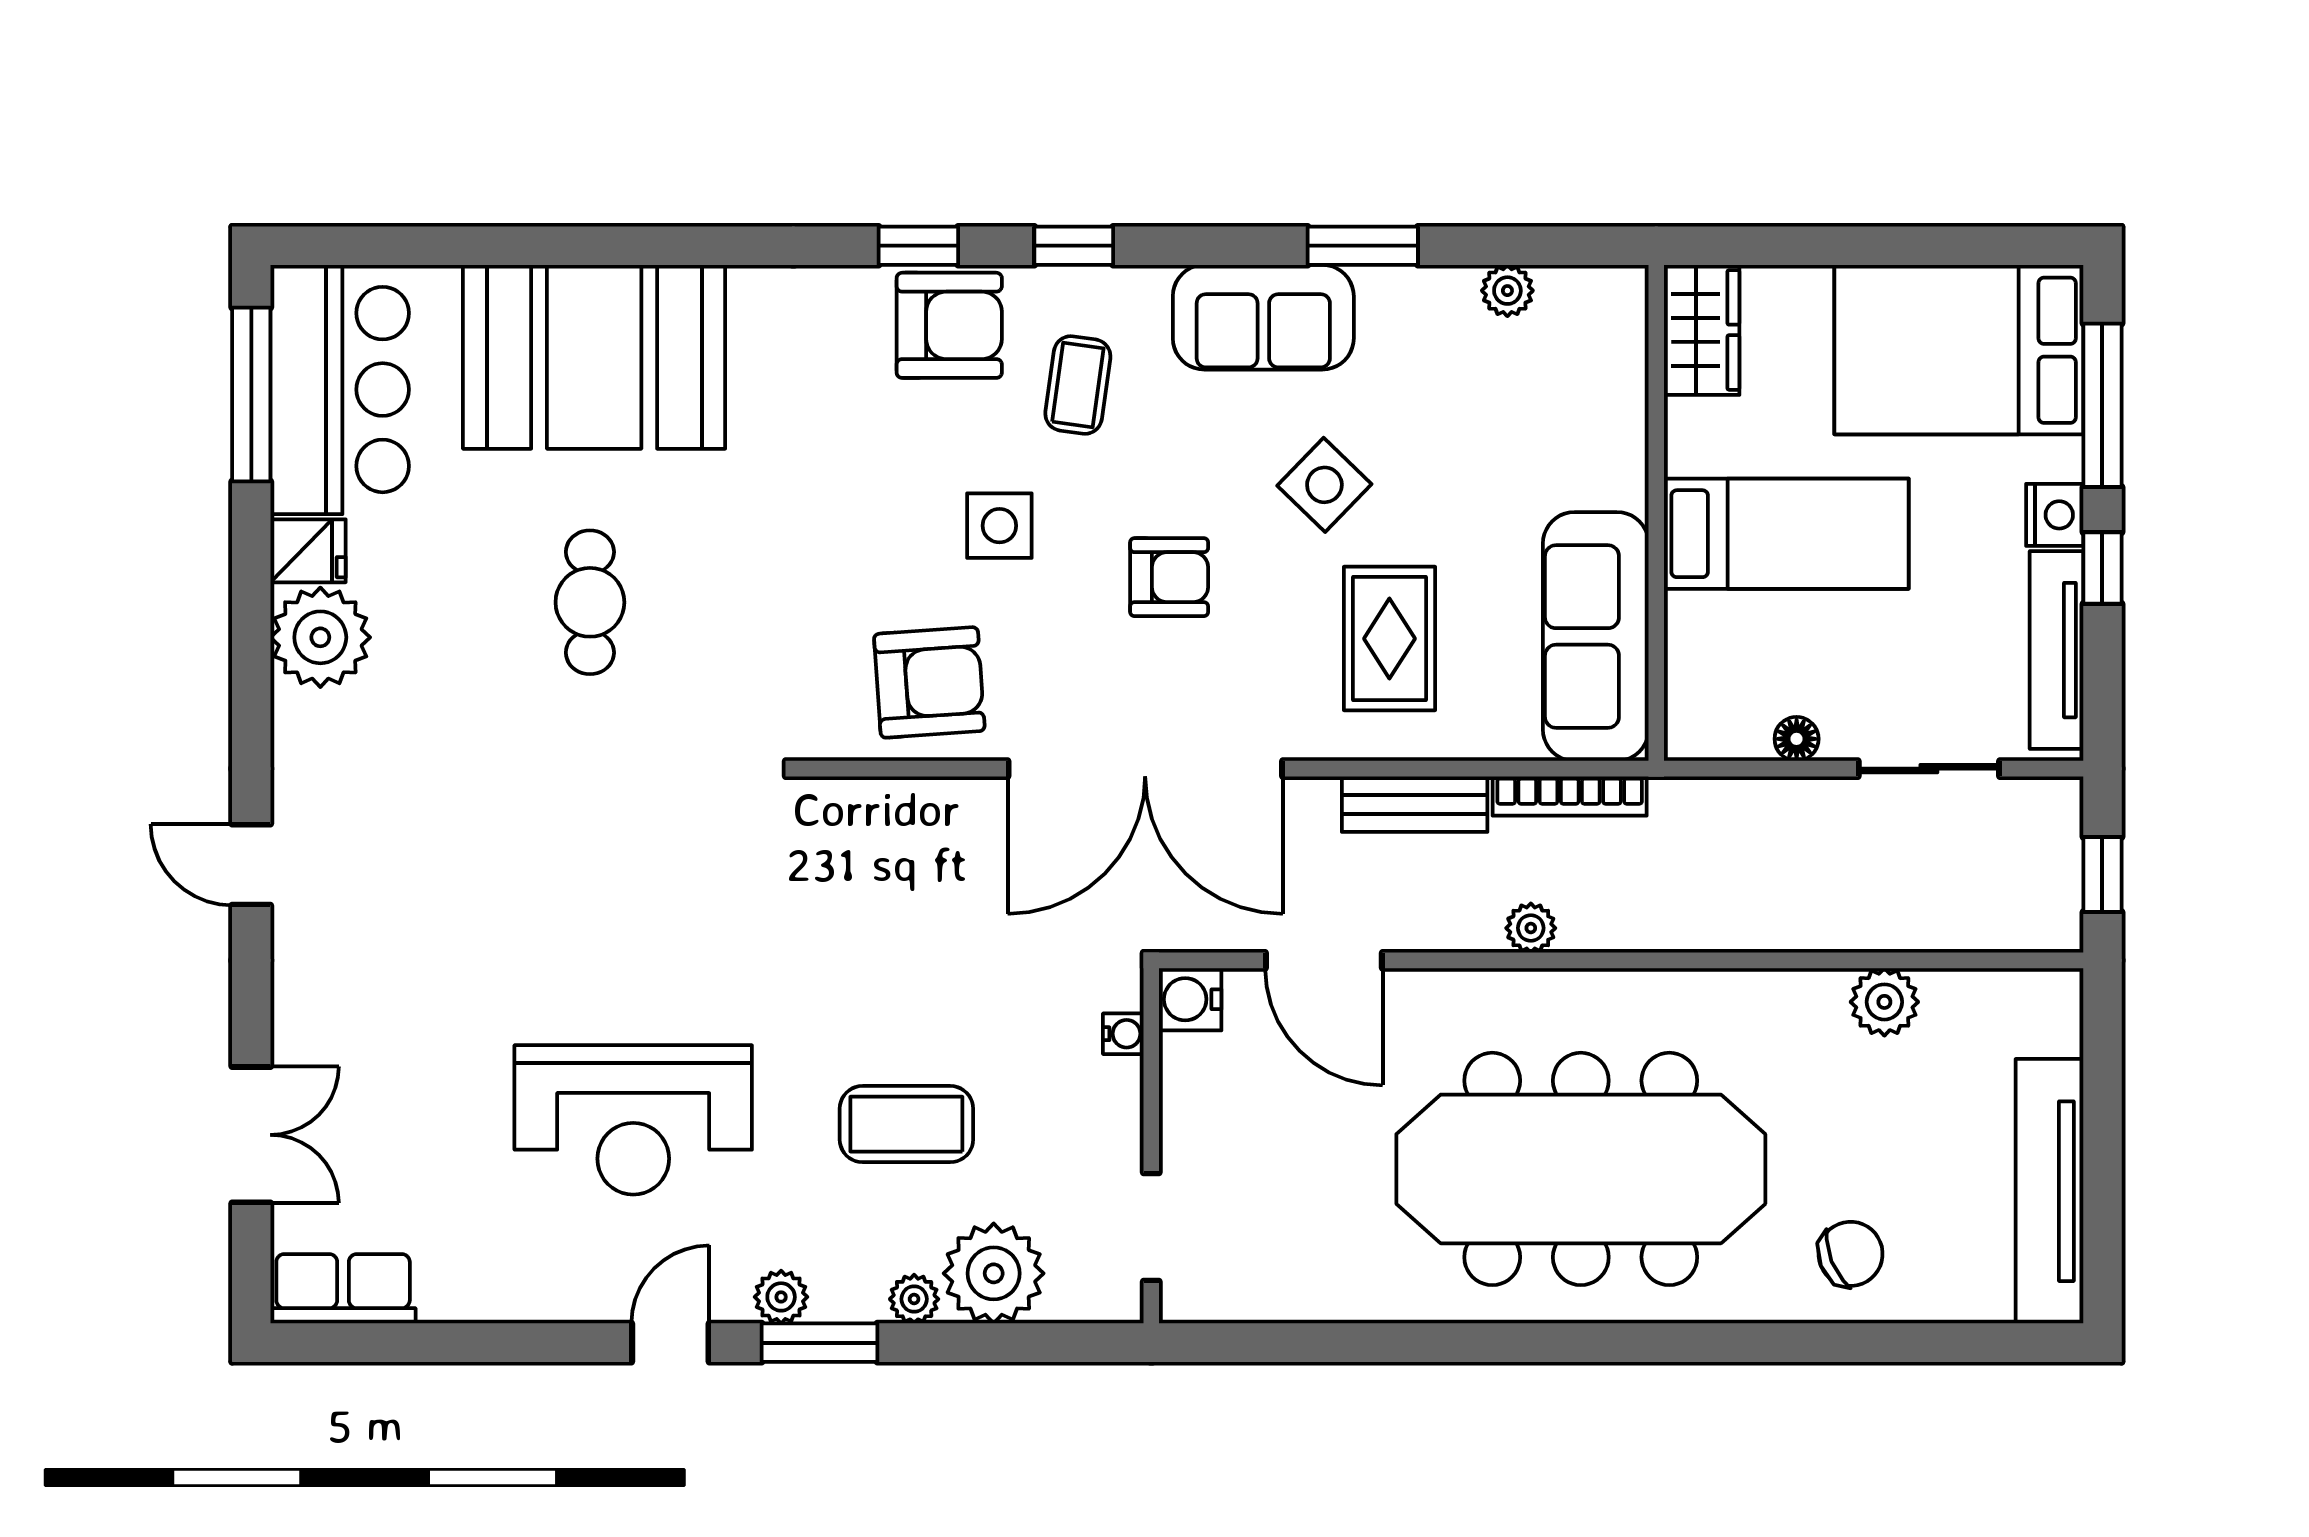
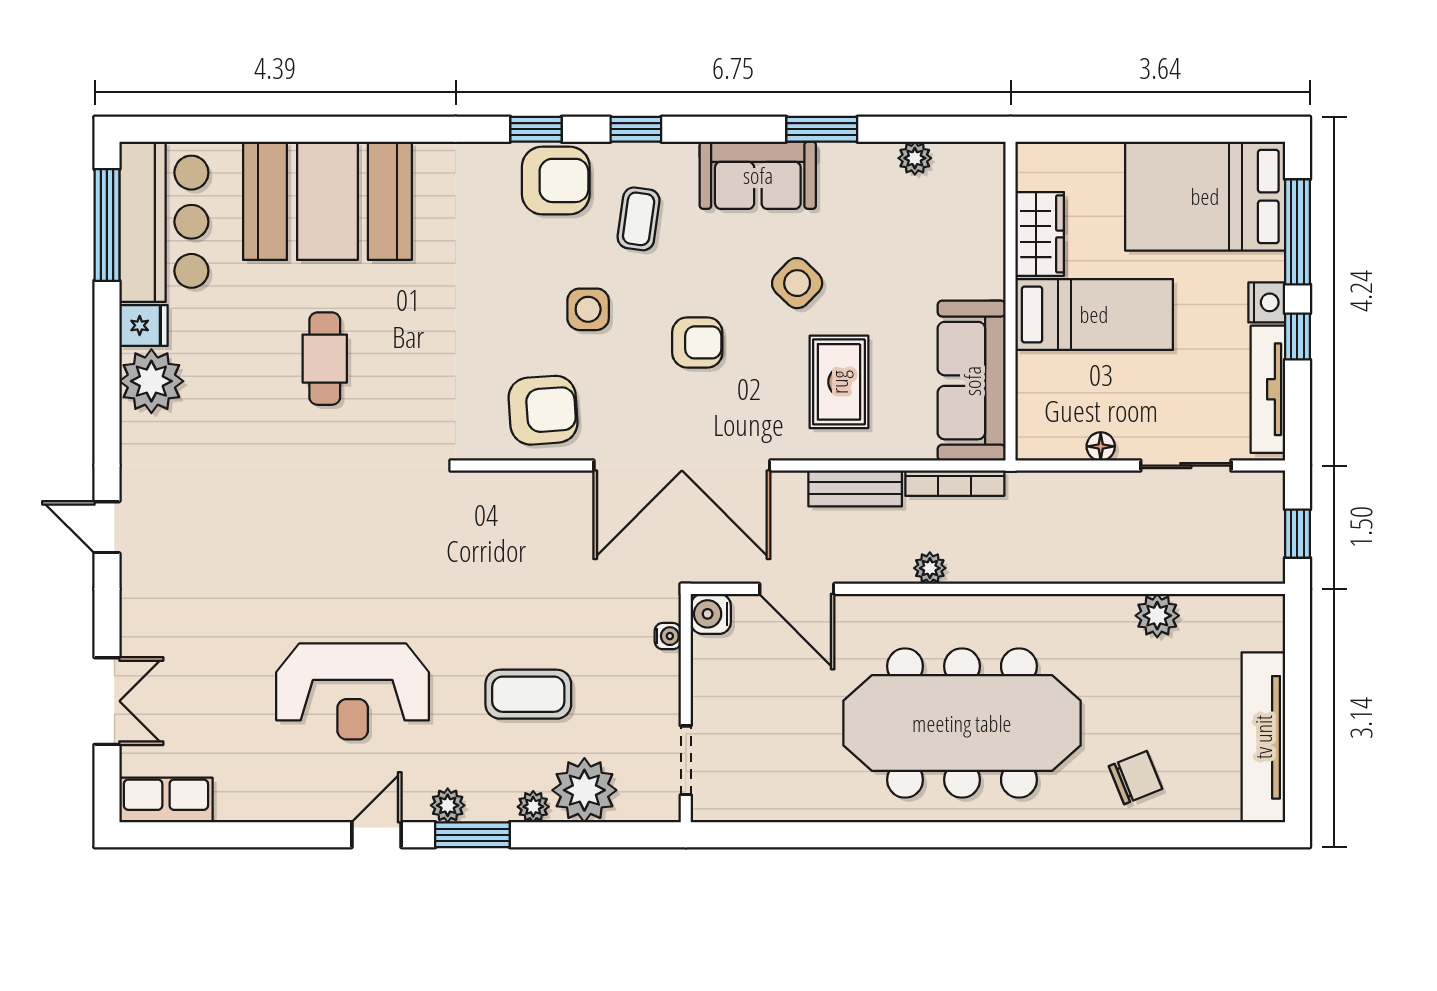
wardrobe: (1702, 330) -> (1040, 234), moved

